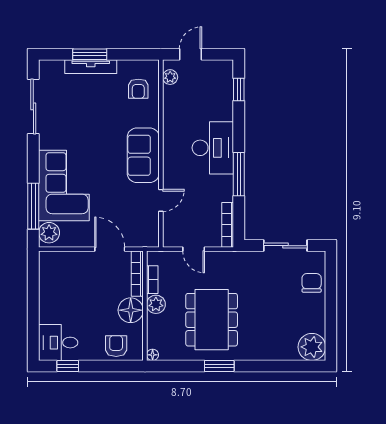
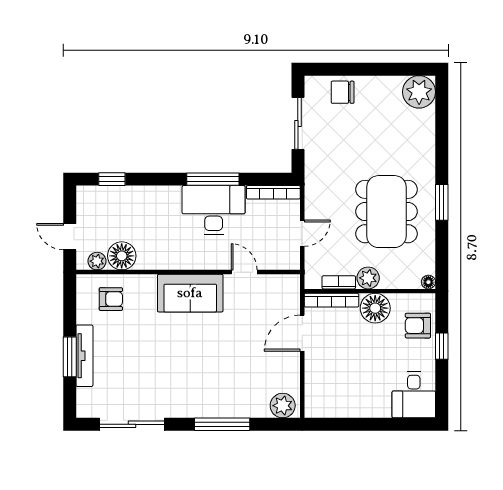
floor lamp: (174, 98) -> (122, 256), added
desk: (213, 148) -> (214, 210), moved
corner sofa: (64, 186) -> (226, 388), removed
window: (33, 206) -> (222, 424), moved
dining table: (212, 320) -> (386, 212), turned 90
window: (68, 366) -> (442, 346), moved

